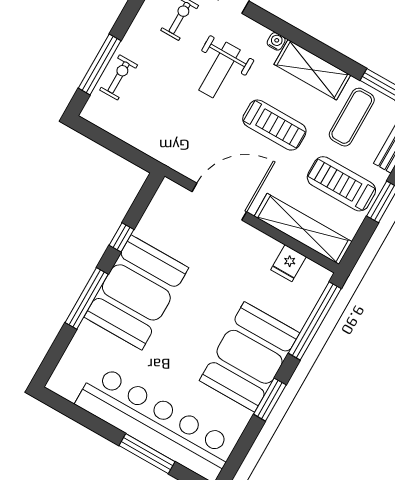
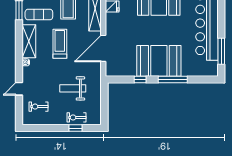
window: (100, 64) -> (76, 128), width x0.46
weight bench: (219, 70) -> (73, 88), moved, turned 180
door: (219, 202) -> (103, 48), hinge flipped
window: (147, 454) -> (221, 51), moved

